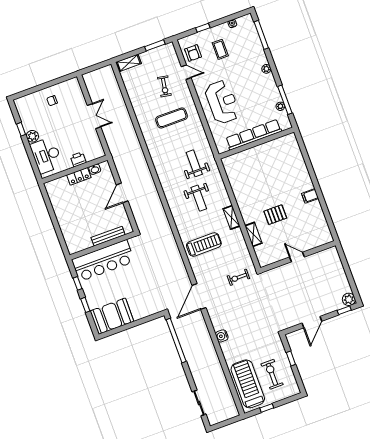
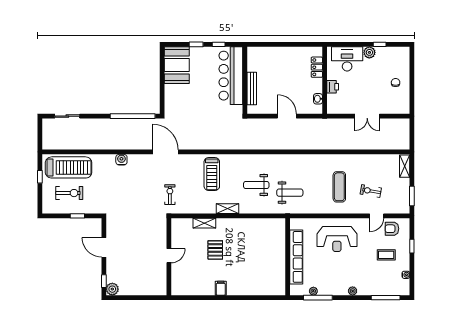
locker: (79, 176) -> (317, 67), moved

